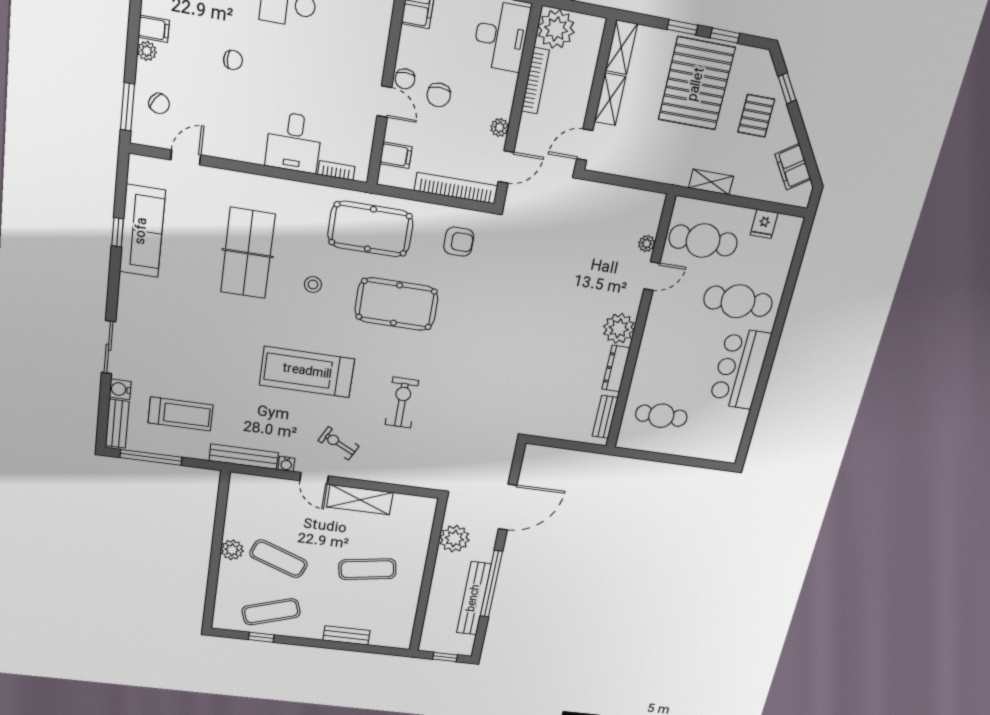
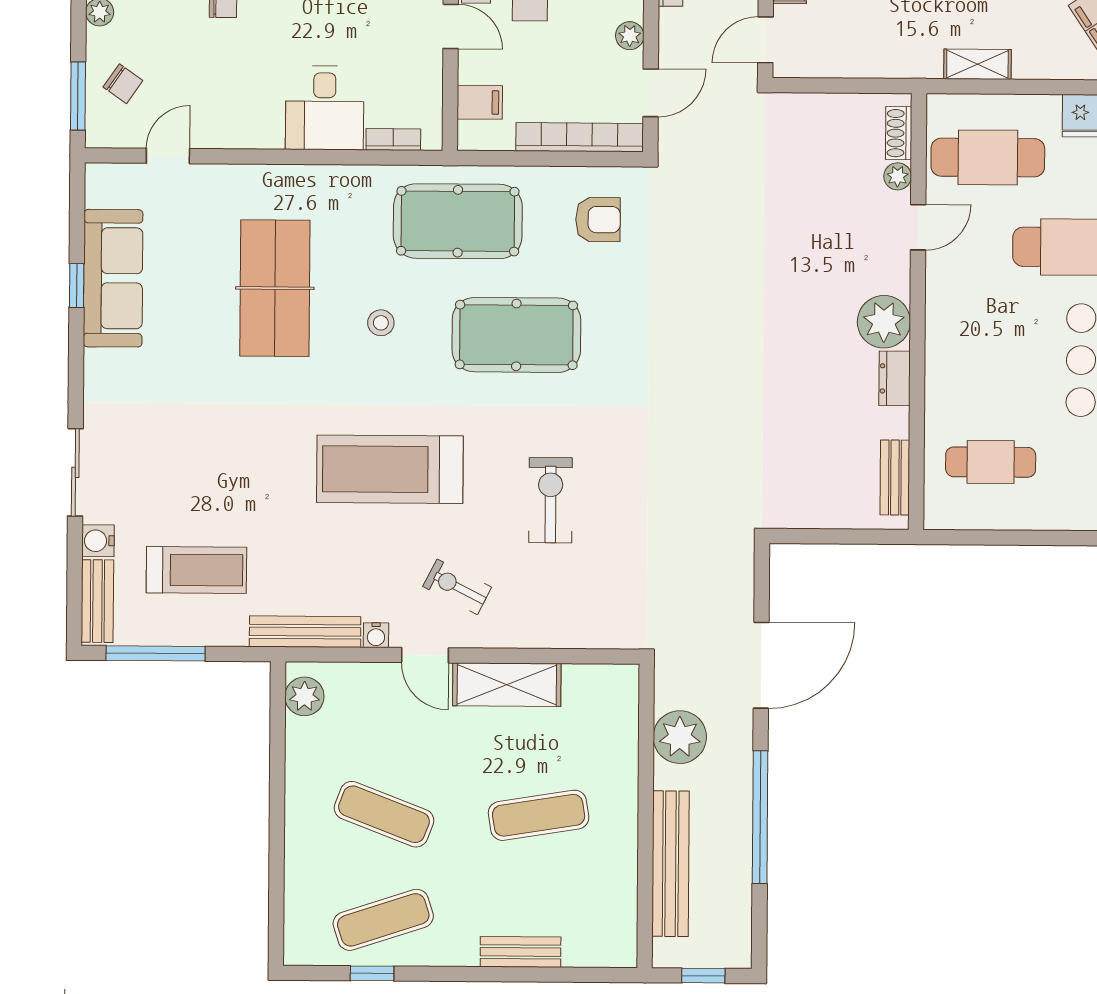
shoe rack: (653, 217) -> (899, 133), added
dresser: (616, 369) -> (894, 378), width x0.70
plant: (232, 550) -> (304, 696), moved
bench: (474, 598) -> (671, 864), moved

